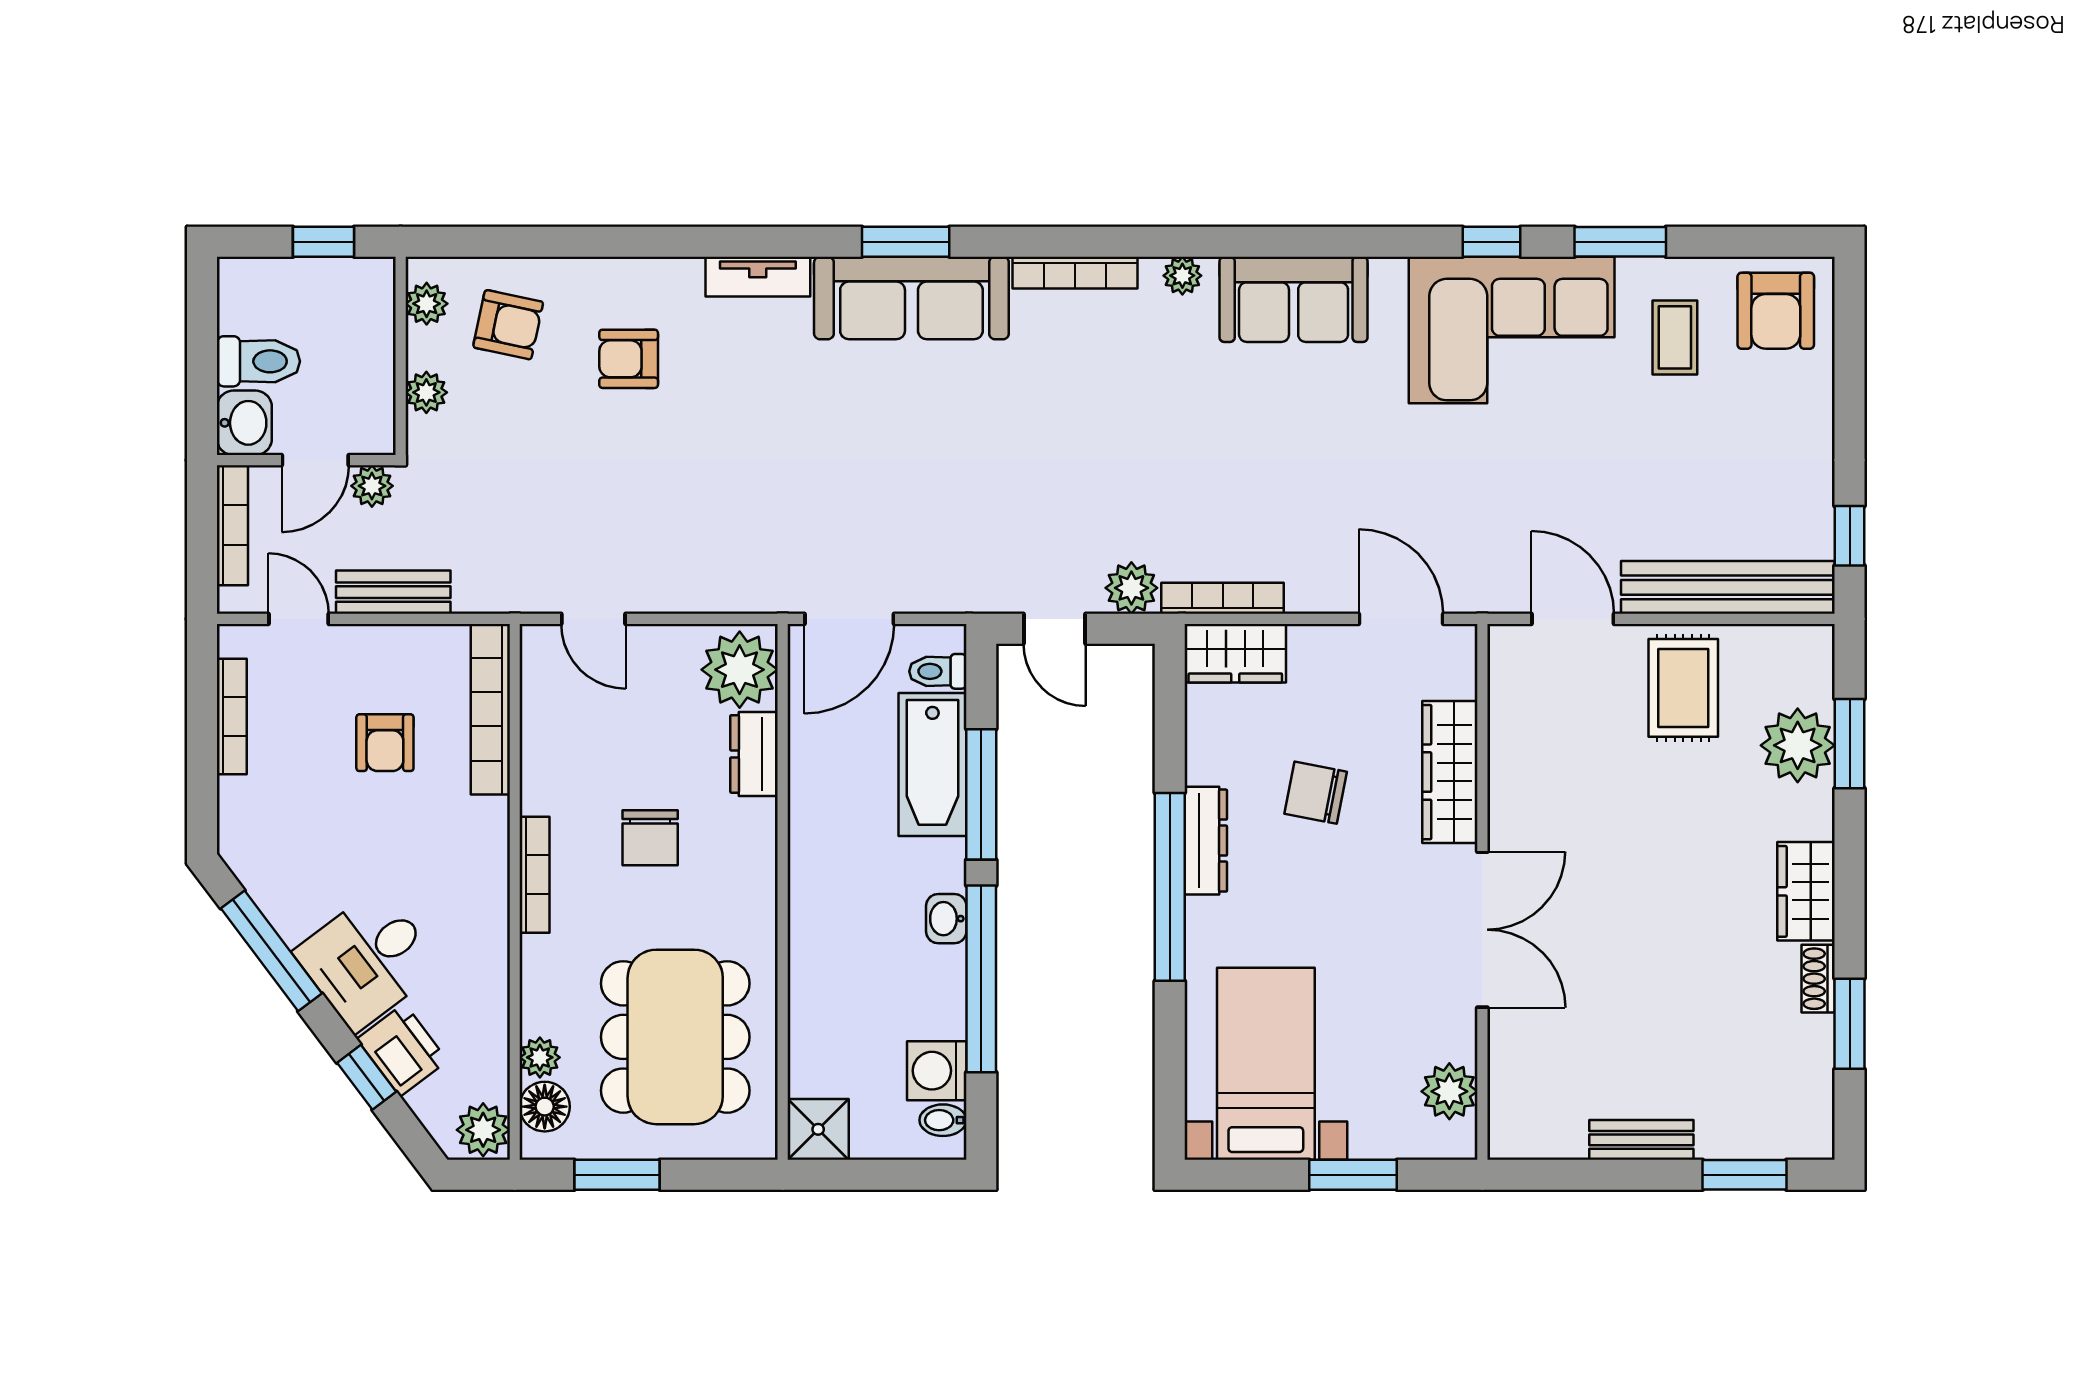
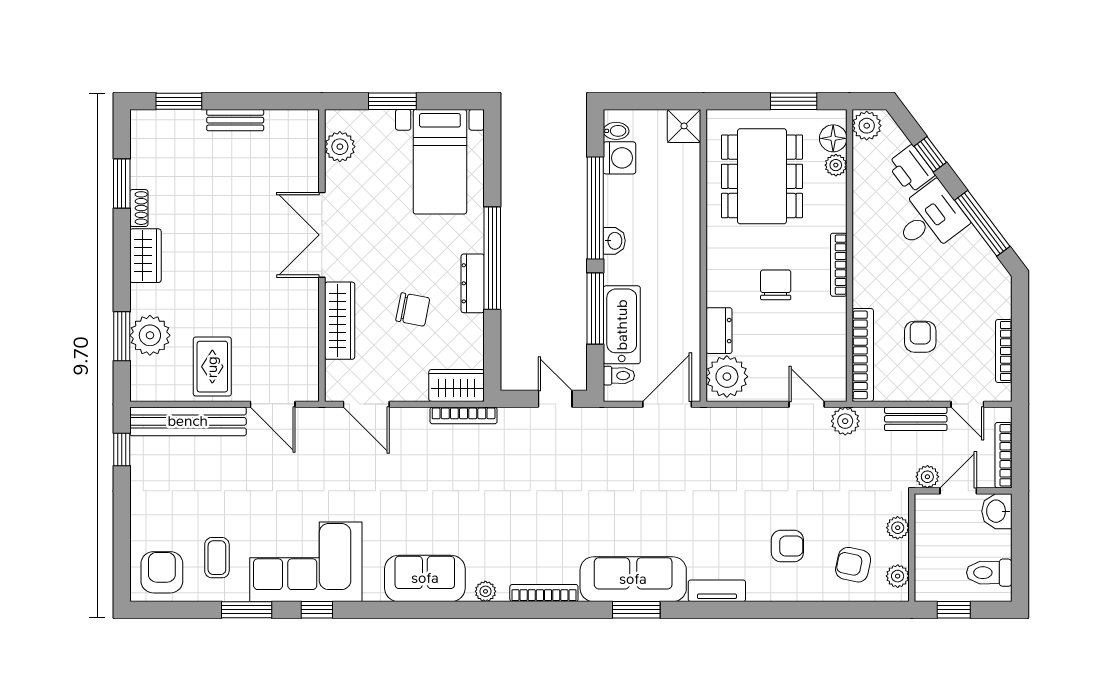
toilet: (258, 361) -> (989, 573), moved
plant: (1131, 588) -> (845, 421), moved

